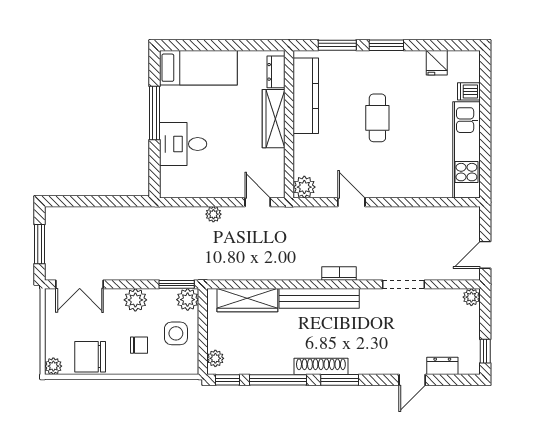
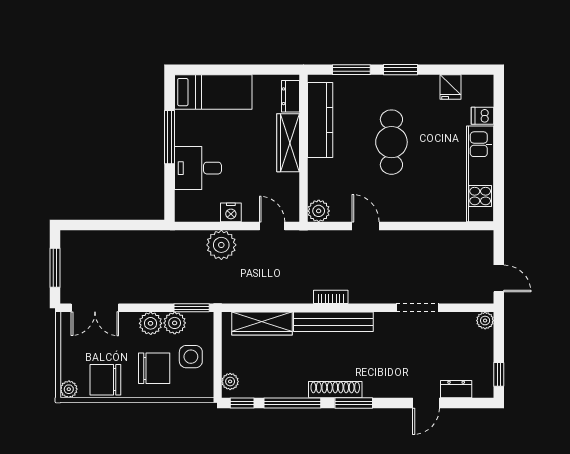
cafe table: (377, 118) -> (391, 142), width x1.37, depth x1.35
nightstand: (216, 189) -> (231, 212), added
plant: (213, 214) -> (221, 245), width x1.88, depth x1.88
door: (485, 255) -> (499, 278), swing flipped
bookcase: (339, 273) -> (331, 297), moved
plant: (188, 300) -> (175, 323), moved
chair: (139, 345) -> (154, 368), width x1.87, depth x1.87

